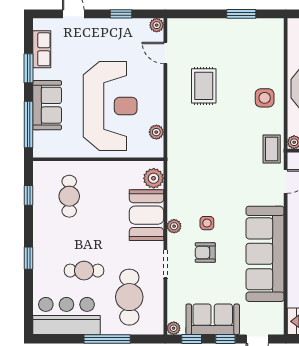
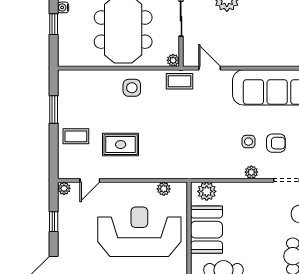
coffee table: (213, 38) -> (76, 136), added
booth: (147, 215) -> (207, 230), moved, turned 90
armchair: (205, 253) -> (276, 143), turned -90

